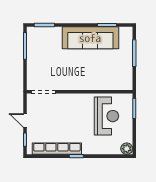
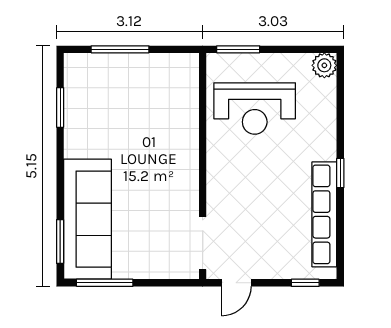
sofa: (90, 38) -> (87, 219), moved
reception desk: (106, 116) -> (255, 109), turned 180
door: (25, 121) -> (236, 283), moved

